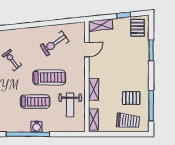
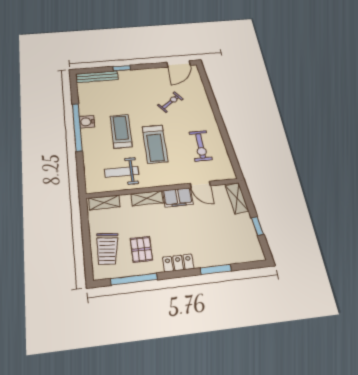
pallet: (137, 28) -> (244, 246), removed
exercise bike: (54, 43) -> (201, 146), turned -146
filing cabinet: (95, 67) -> (178, 197), added
locker: (144, 75) -> (178, 263), added
treadmill: (35, 102) -> (121, 131), turned 180
water cooler: (37, 127) -> (87, 122), moved

